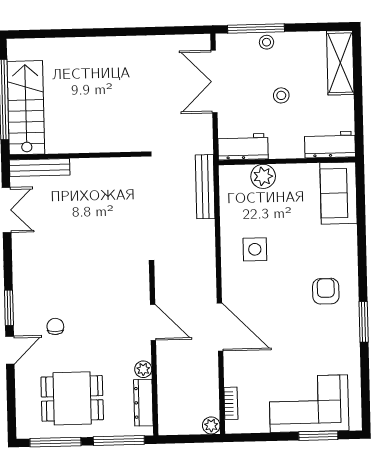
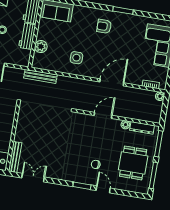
workbench: (243, 147) -> (27, 36), moved

